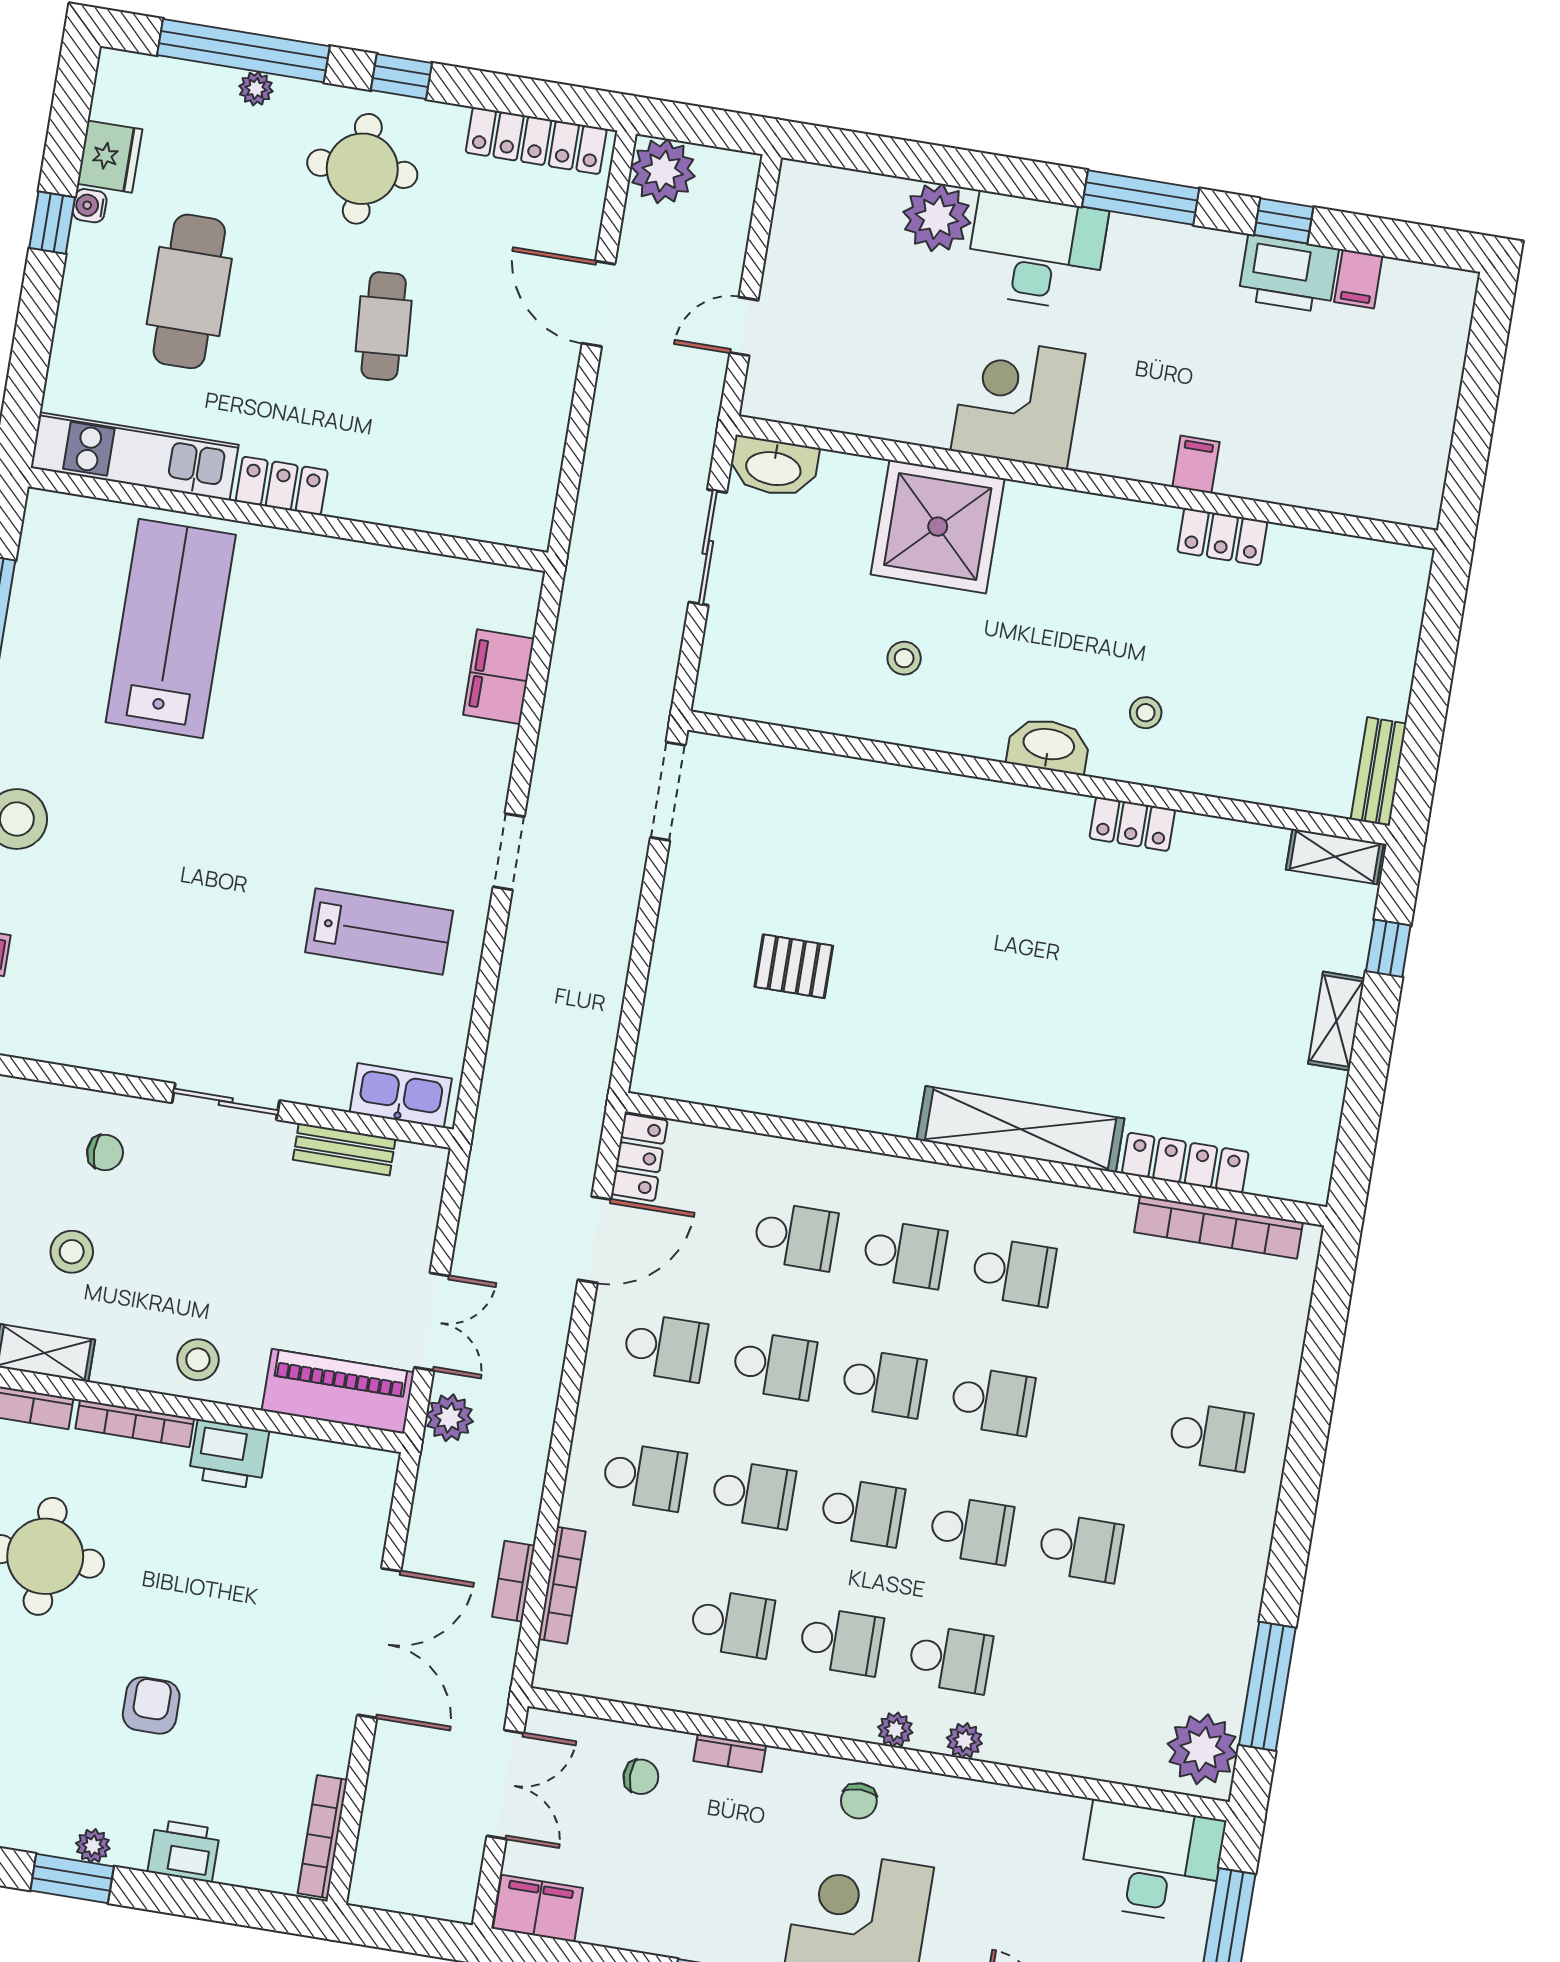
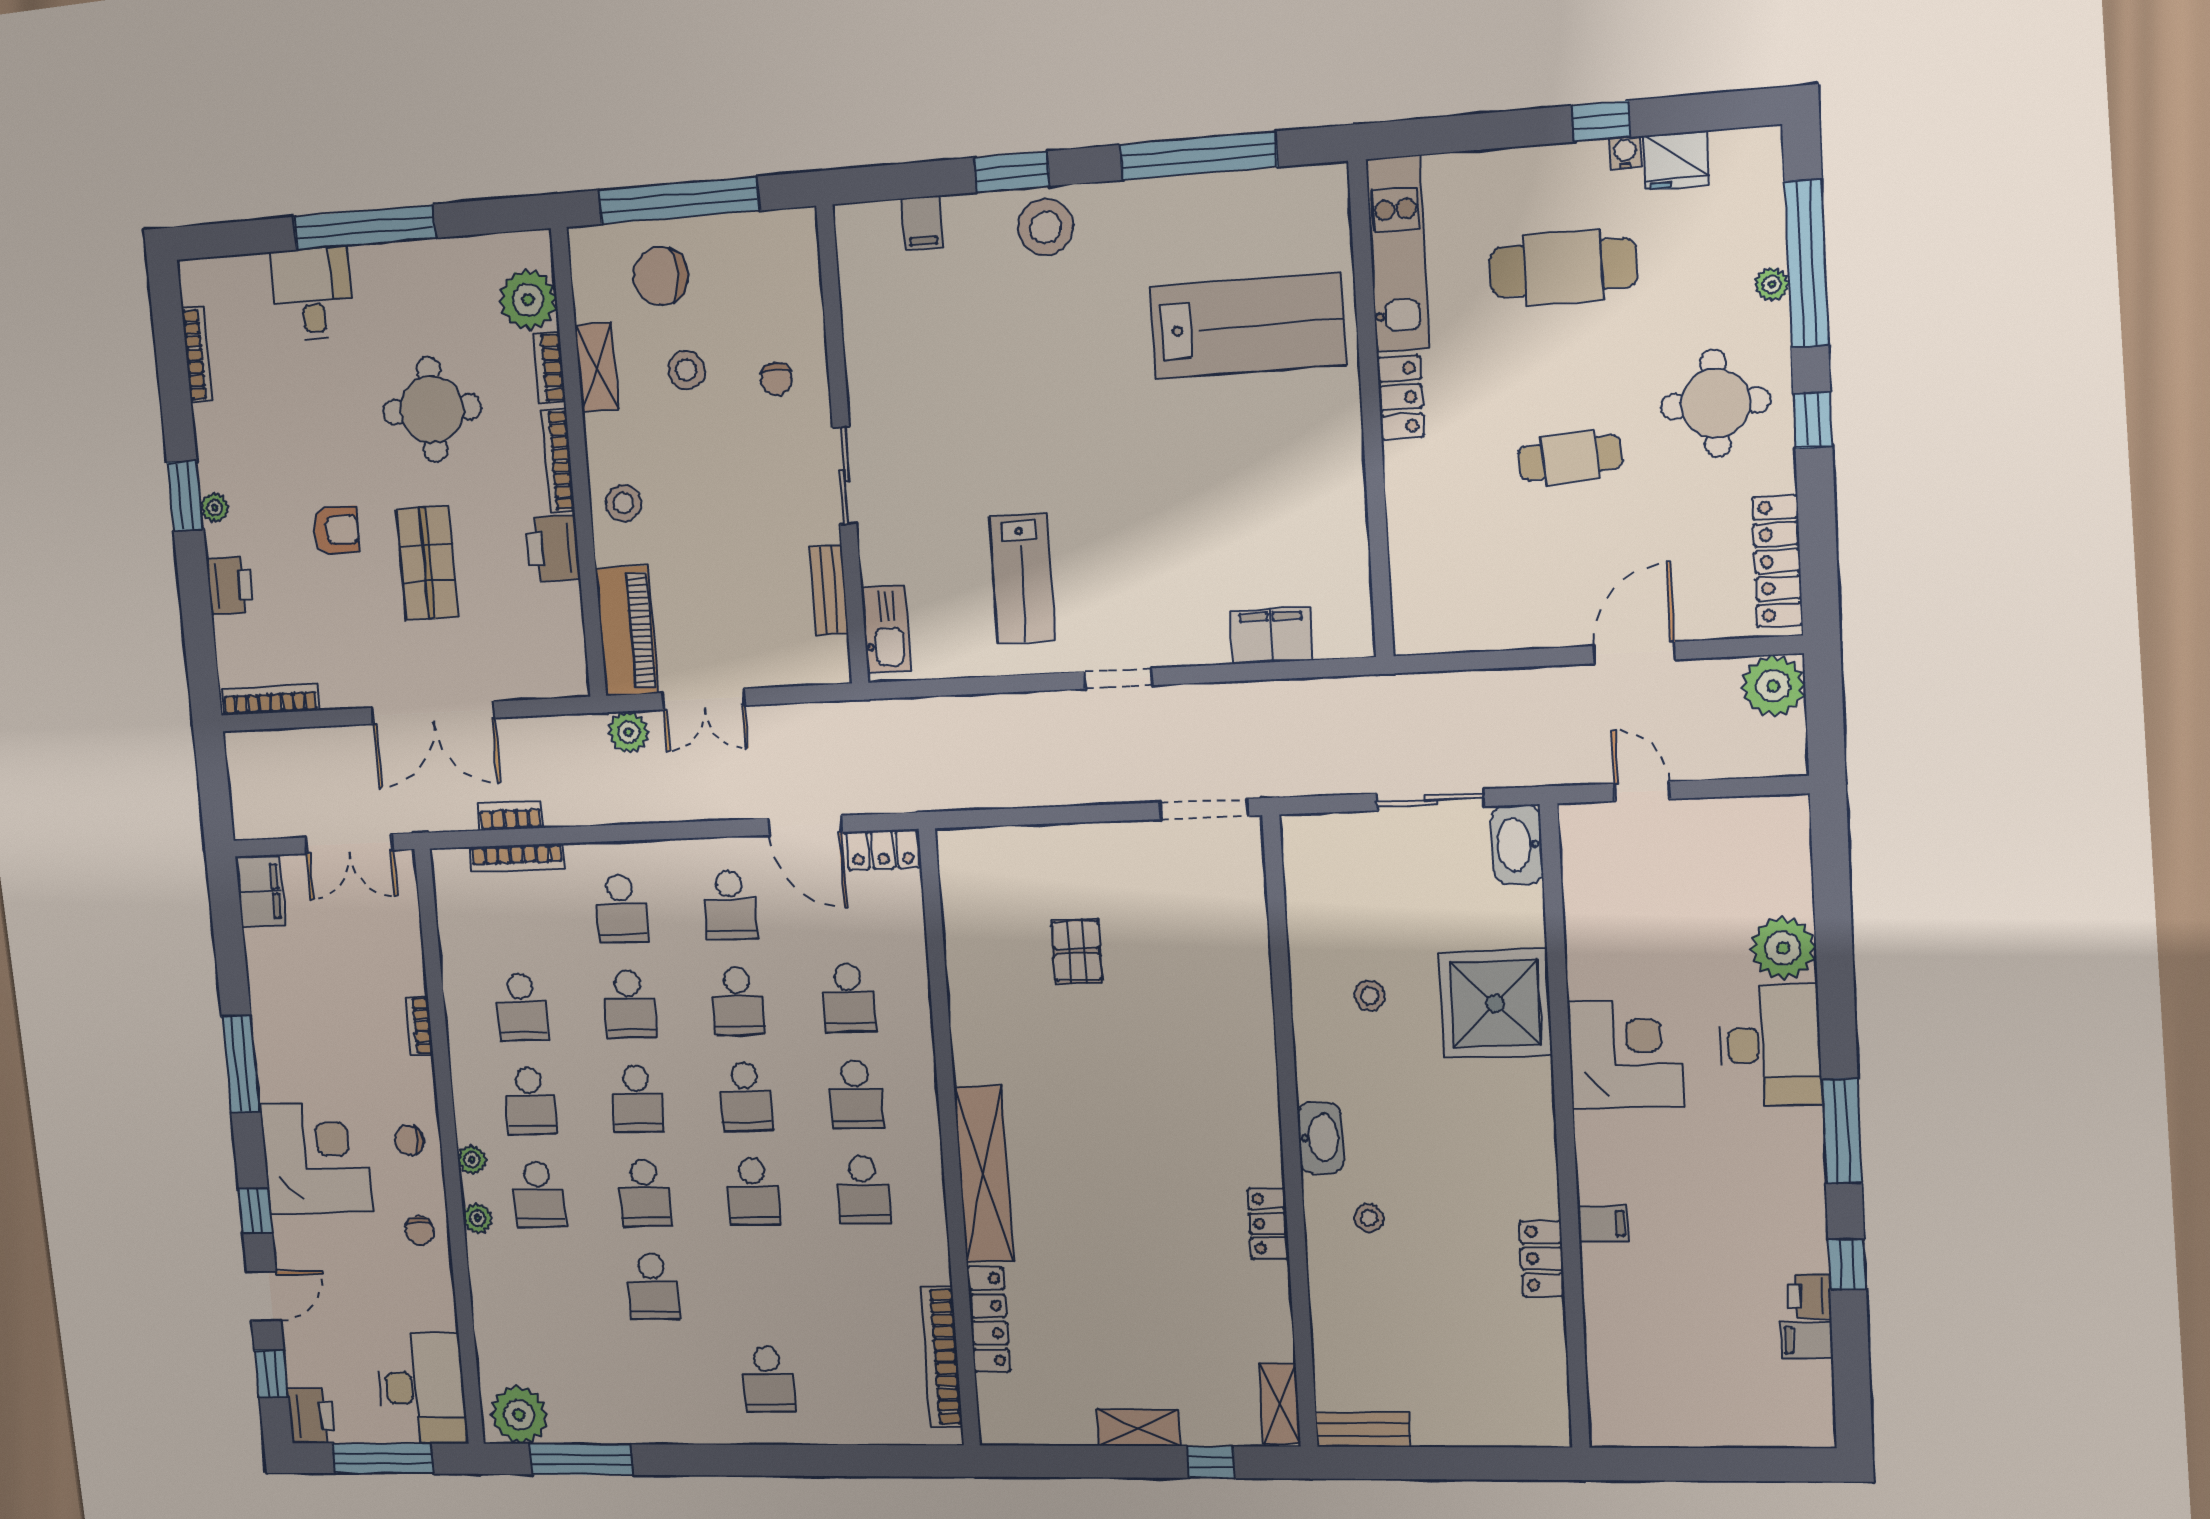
printer: (1288, 274) -> (1809, 1296), width x0.53, depth x0.68
shop shelf: (212, 1606) -> (427, 563), added
chair: (641, 1777) -> (420, 1231), moved

